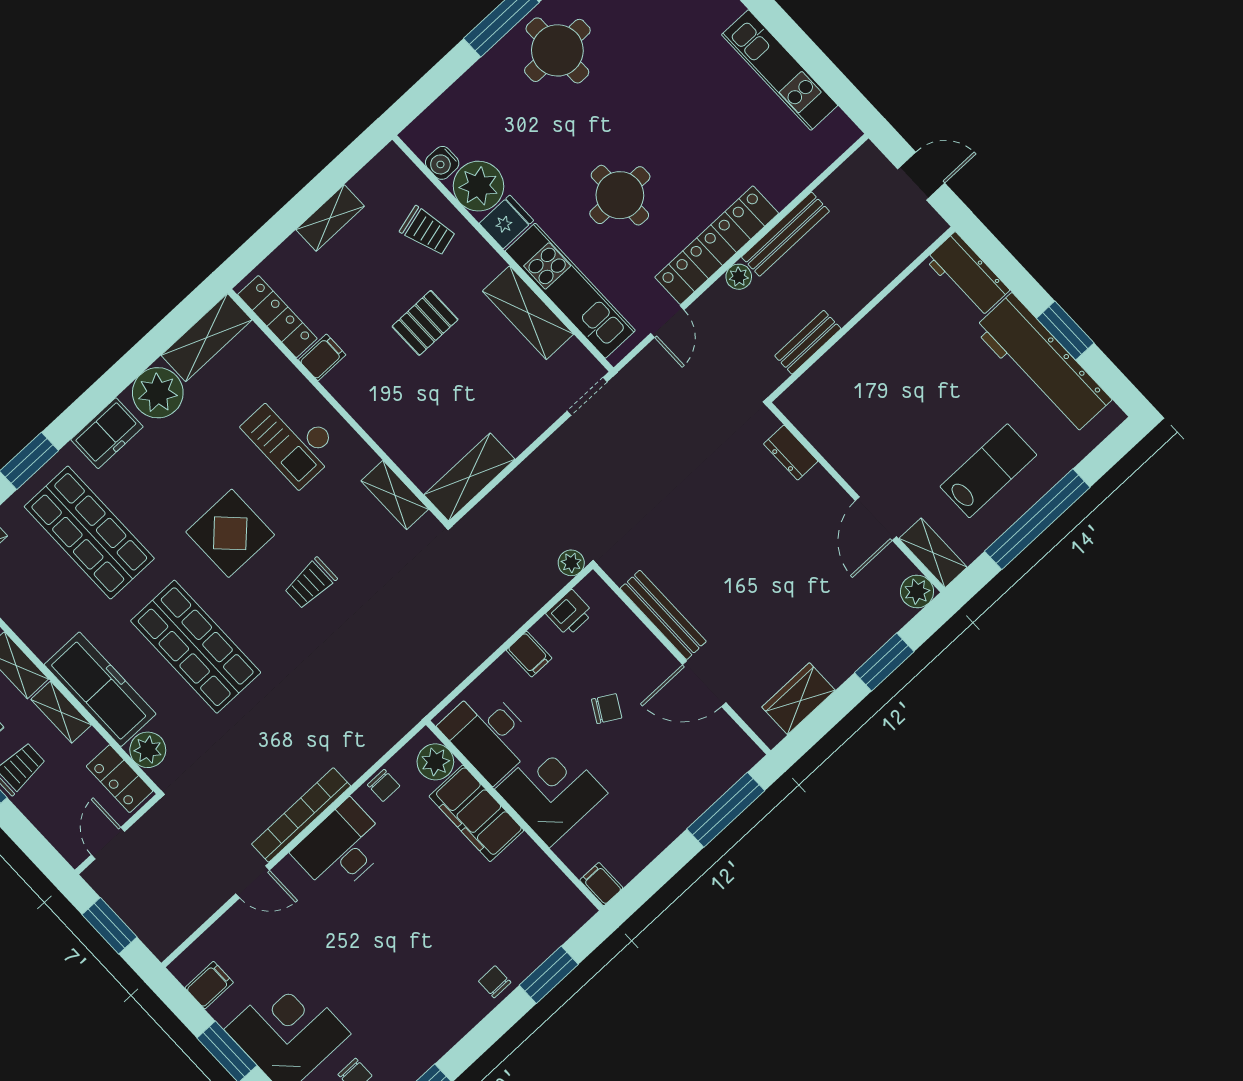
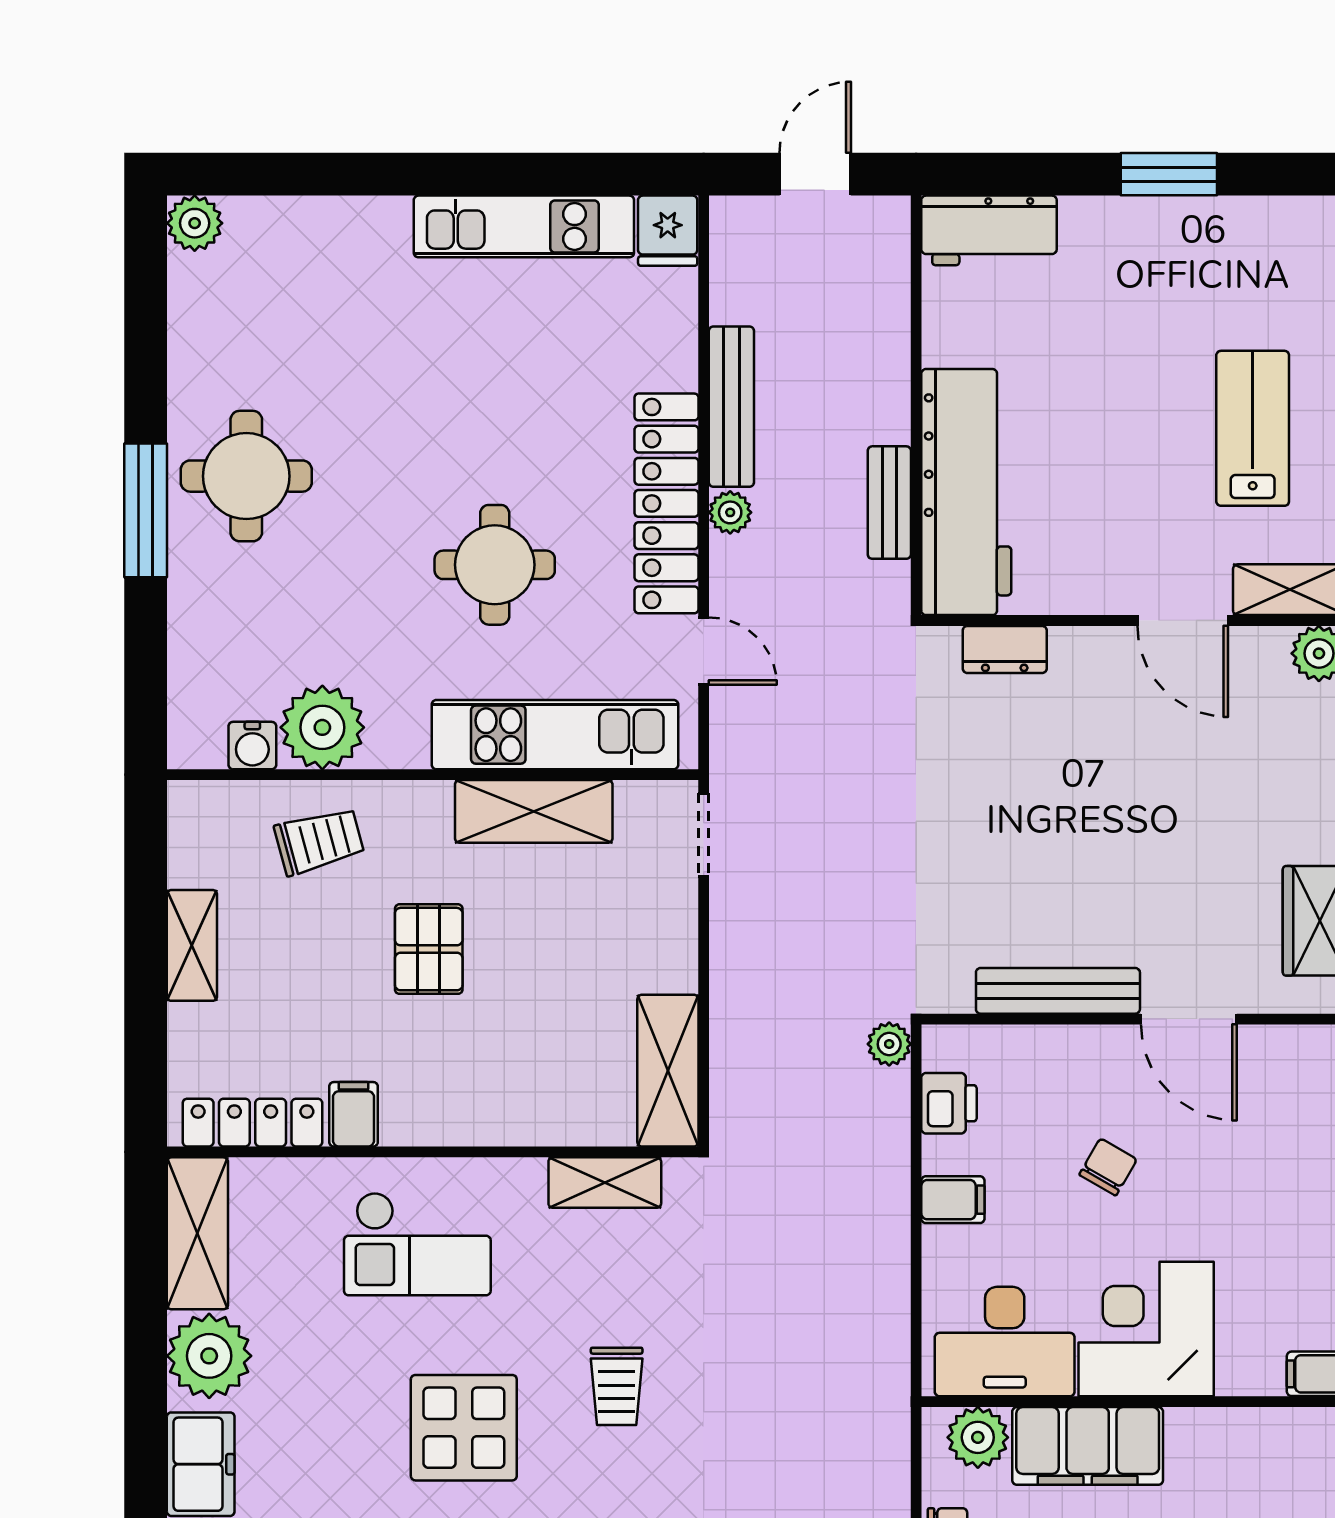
fridge: (506, 222) -> (668, 231), moved, turned 180
workbench: (1043, 364) -> (966, 492), moved, turned -90
door: (704, 684) -> (1189, 1019), hinge flipped

